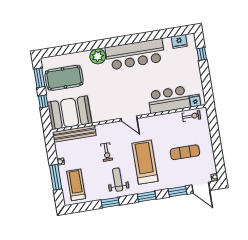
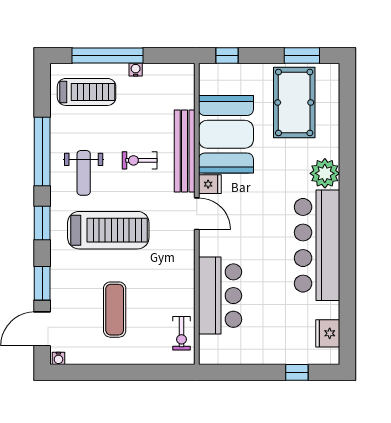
window: (43, 101) -> (227, 56), moved
fridge: (195, 101) -> (210, 184), moved
booth: (70, 113) -> (226, 134), moved
door: (129, 118) -> (197, 214), swing flipped
bench: (74, 134) -> (185, 151), moved
window: (56, 177) -> (107, 56), width x1.46
weight bench: (118, 180) -> (84, 173), turned 90
window: (110, 203) -> (42, 151), width x2.11

